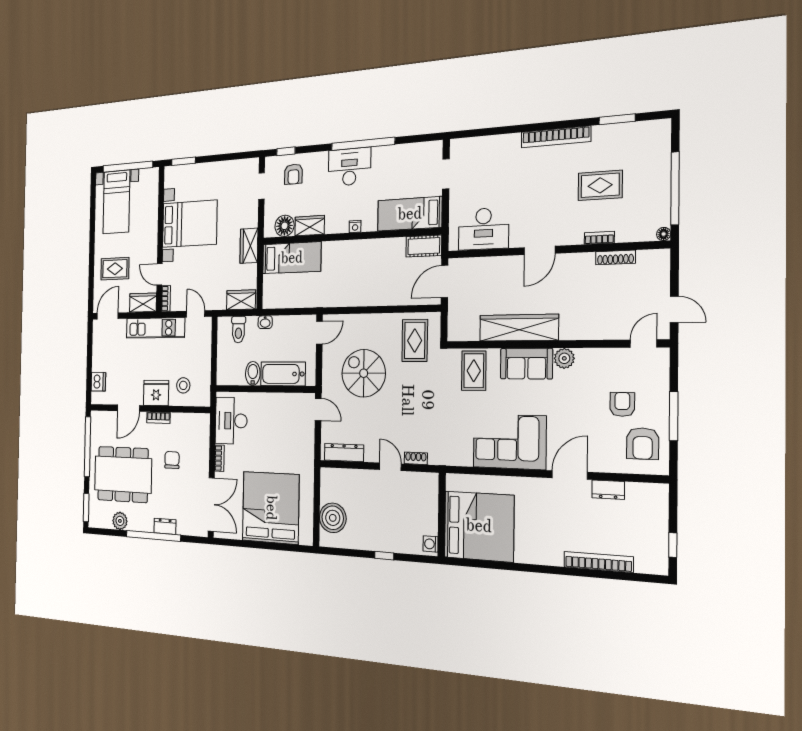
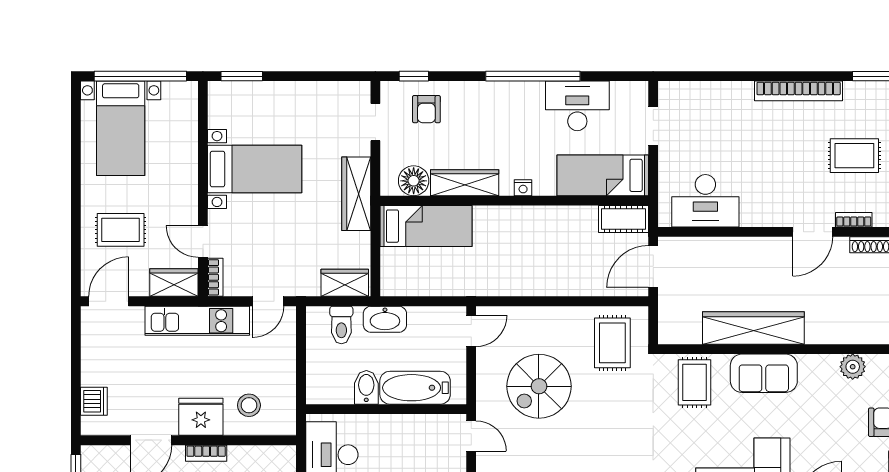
desk: (349, 167) -> (577, 106), moved
bed with nightstands: (190, 224) -> (255, 169), width x0.73
wardrobe: (310, 226) -> (465, 183), width x1.50
wardrobe: (249, 246) -> (356, 194), width x1.50
door: (540, 250) -> (813, 232), moved
door: (196, 314) -> (268, 301), swing flipped
washbasin: (265, 322) -> (385, 319), width x1.91, depth x1.45
plant: (564, 358) -> (853, 367), moved
spiral stairs: (364, 373) -> (539, 386), turned -90

